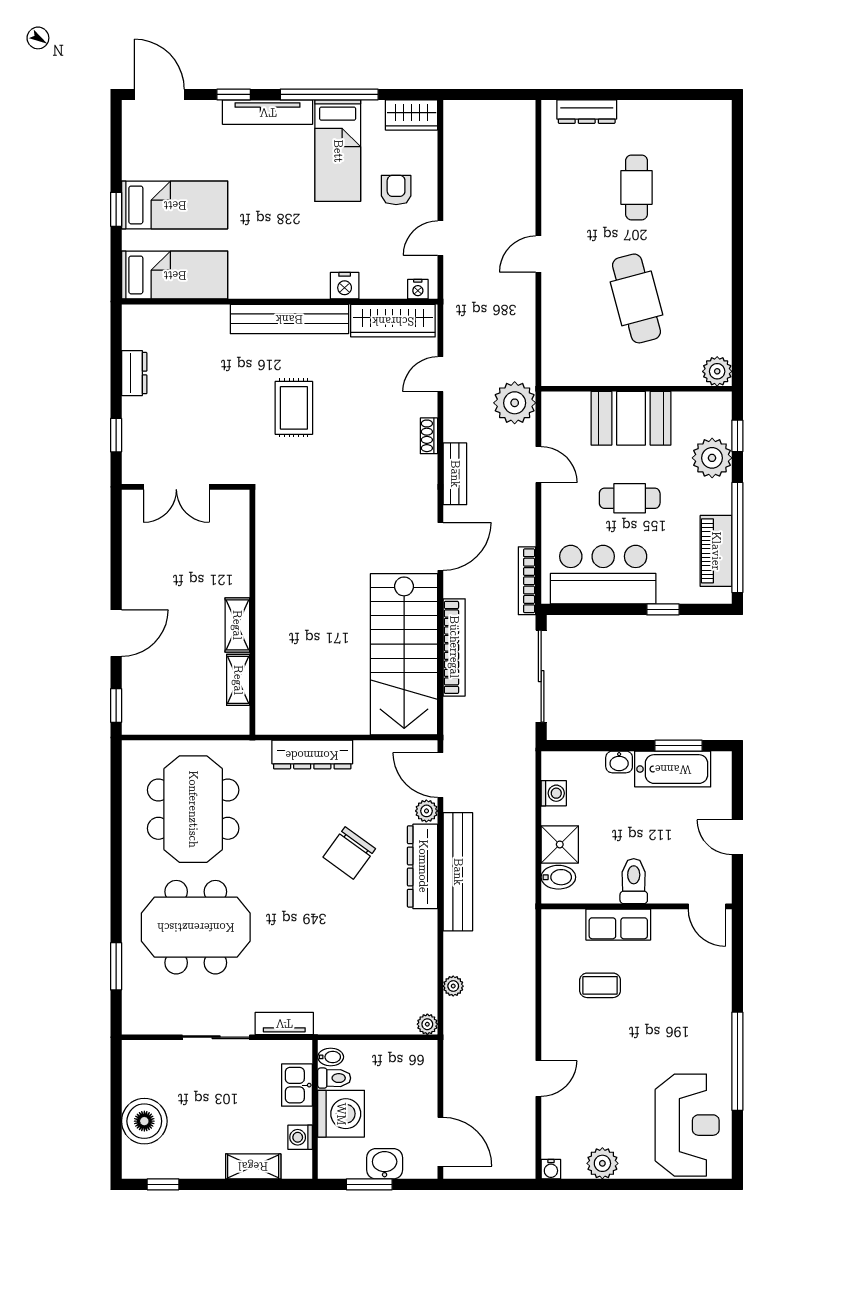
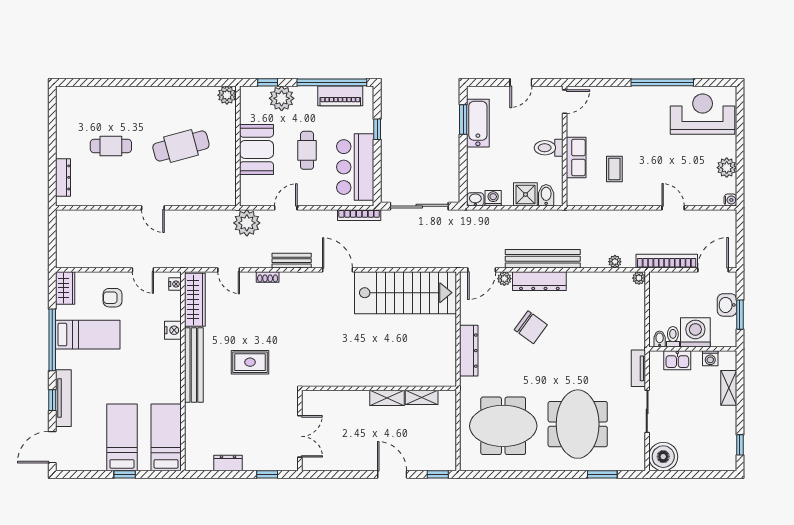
tv unit: (268, 112) -> (63, 398), moved
bookcase: (454, 647) -> (667, 261), moved
washbasin: (619, 762) -> (475, 199), moved, turned -90
boiler: (144, 1121) -> (663, 457), moved

